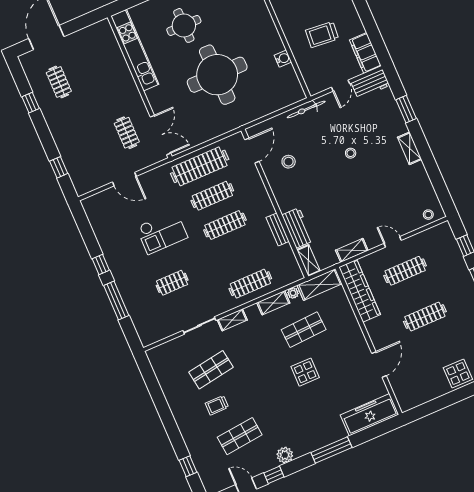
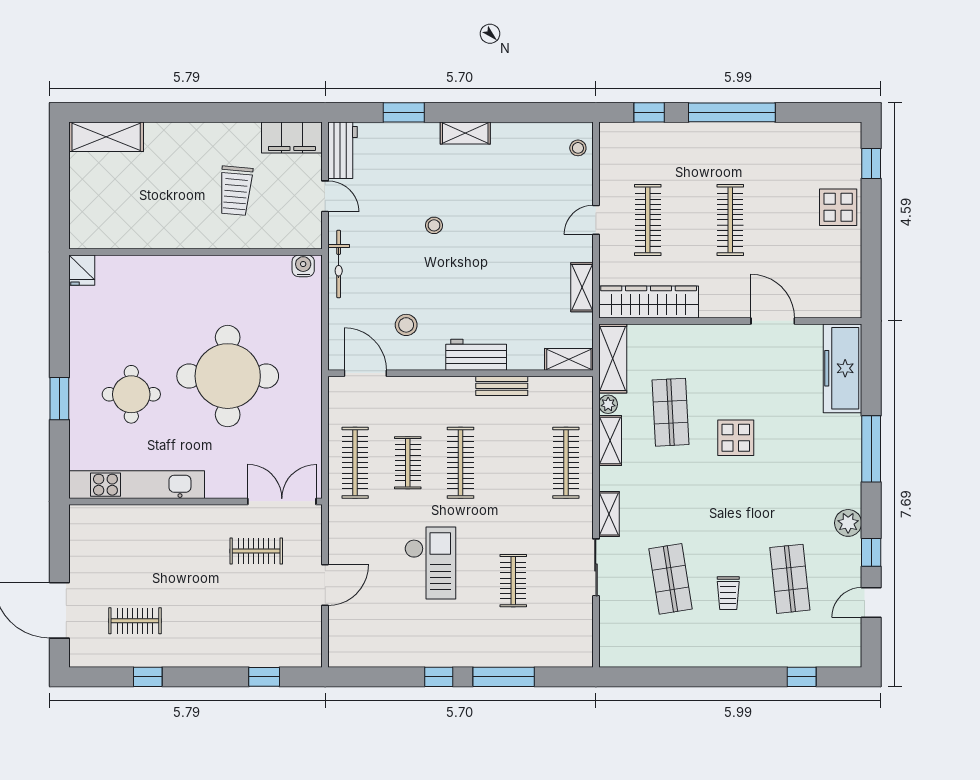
water cooler: (283, 59) -> (303, 266), moved
clothes rail: (200, 166) -> (355, 463), width x0.73, depth x0.76
clothes rail: (212, 196) -> (408, 463), width x0.73
workbench: (298, 228) -> (476, 355), moved

